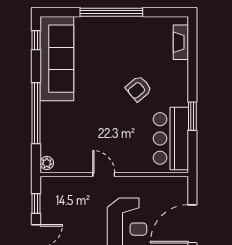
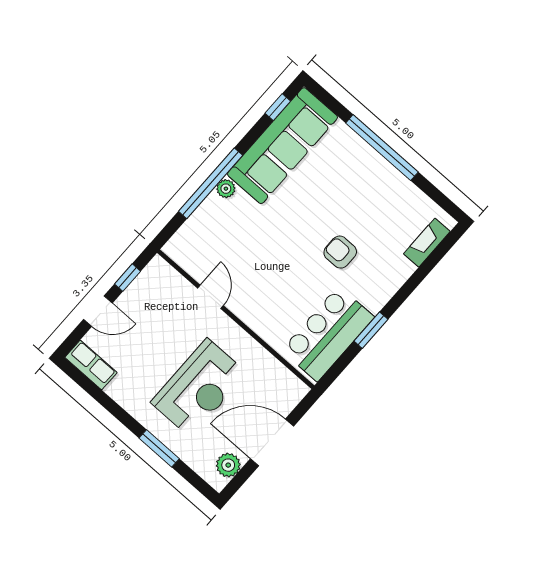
armchair: (139, 89) -> (340, 252), turned 40
plant: (47, 163) -> (226, 189), moved
door: (104, 175) -> (211, 297), moved

